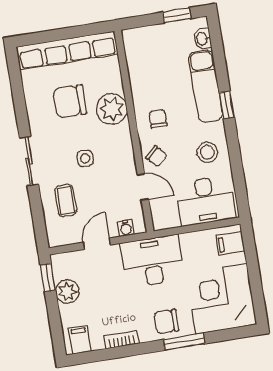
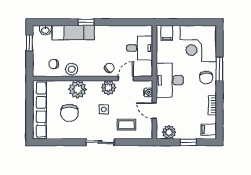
chair: (158, 119) -> (54, 64), moved
stool: (207, 152) -> (72, 69), moved
plant: (123, 160) -> (109, 88), added
desk: (205, 201) -> (140, 48), width x0.73
window: (48, 278) -> (188, 142), moved
plant: (67, 291) -> (169, 132), moved

